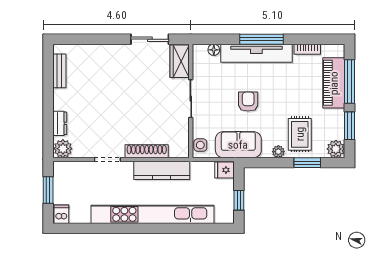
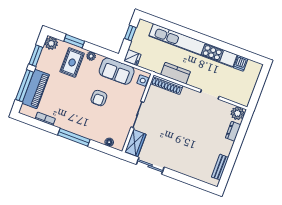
tv unit: (256, 53) -> (81, 129), removed
shoe rack: (147, 151) -> (167, 85), moved
kitchen counter: (162, 170) -> (176, 73), width x0.67
window: (48, 190) -> (258, 89), removed
dishwasher: (61, 214) -> (241, 63), moved

